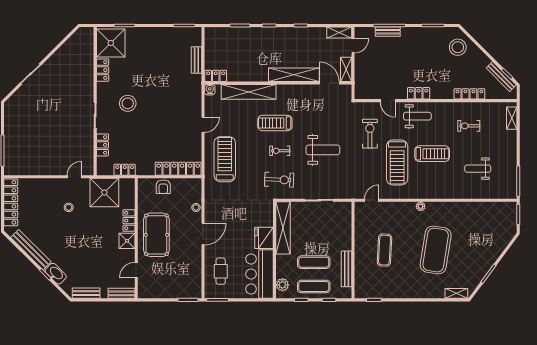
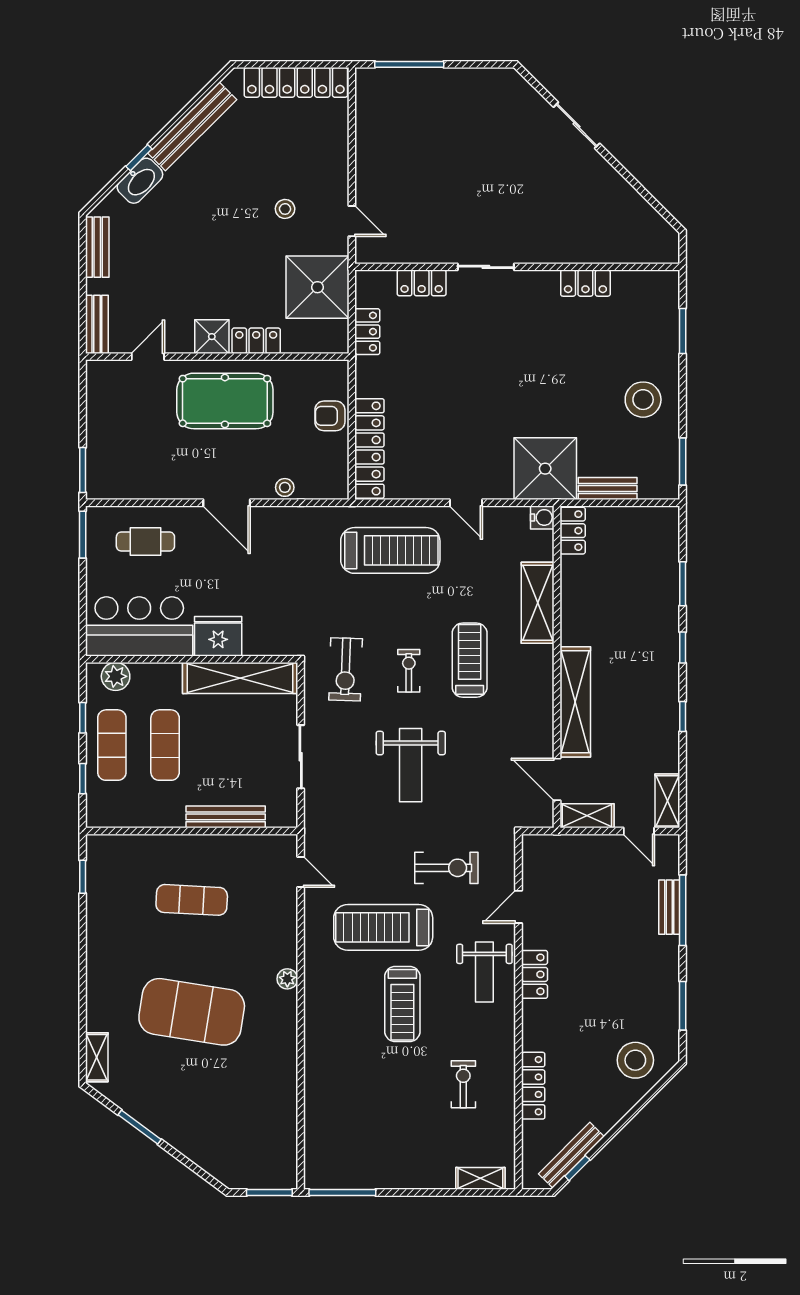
shower: (111, 43) -> (545, 469), moved
door: (329, 83) -> (557, 779), swing flipped
shelving: (249, 92) -> (538, 603), width x0.68
stool: (128, 103) -> (643, 400), moved
weight bench: (478, 169) -> (370, 1104), removed
bench: (347, 269) -> (226, 817), moved
door: (136, 270) -> (148, 357), hinge flipped

